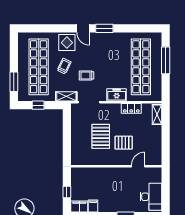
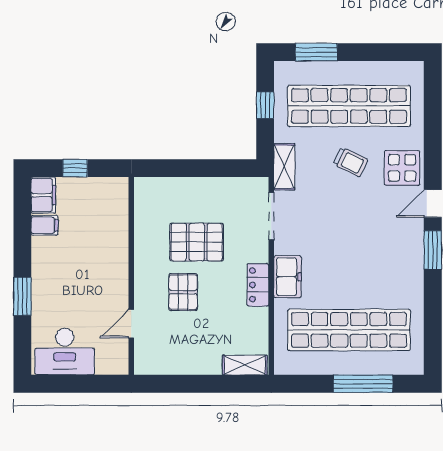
trolley: (87, 75) -> (330, 211), removed
locker: (131, 108) -> (258, 285), moved
door: (138, 166) -> (131, 324), swing flipped

